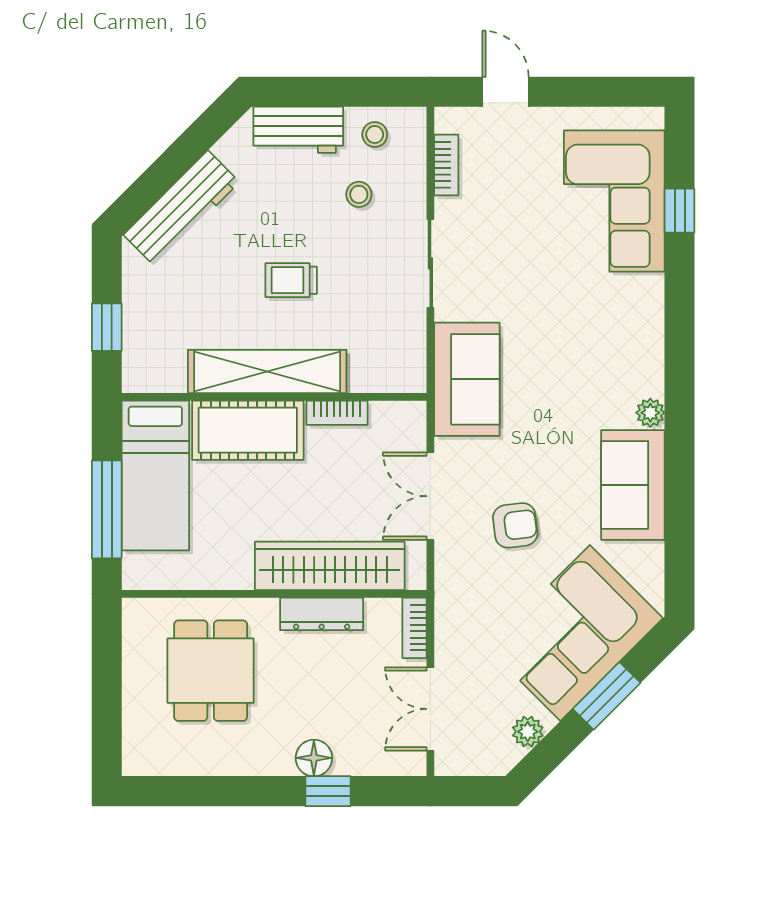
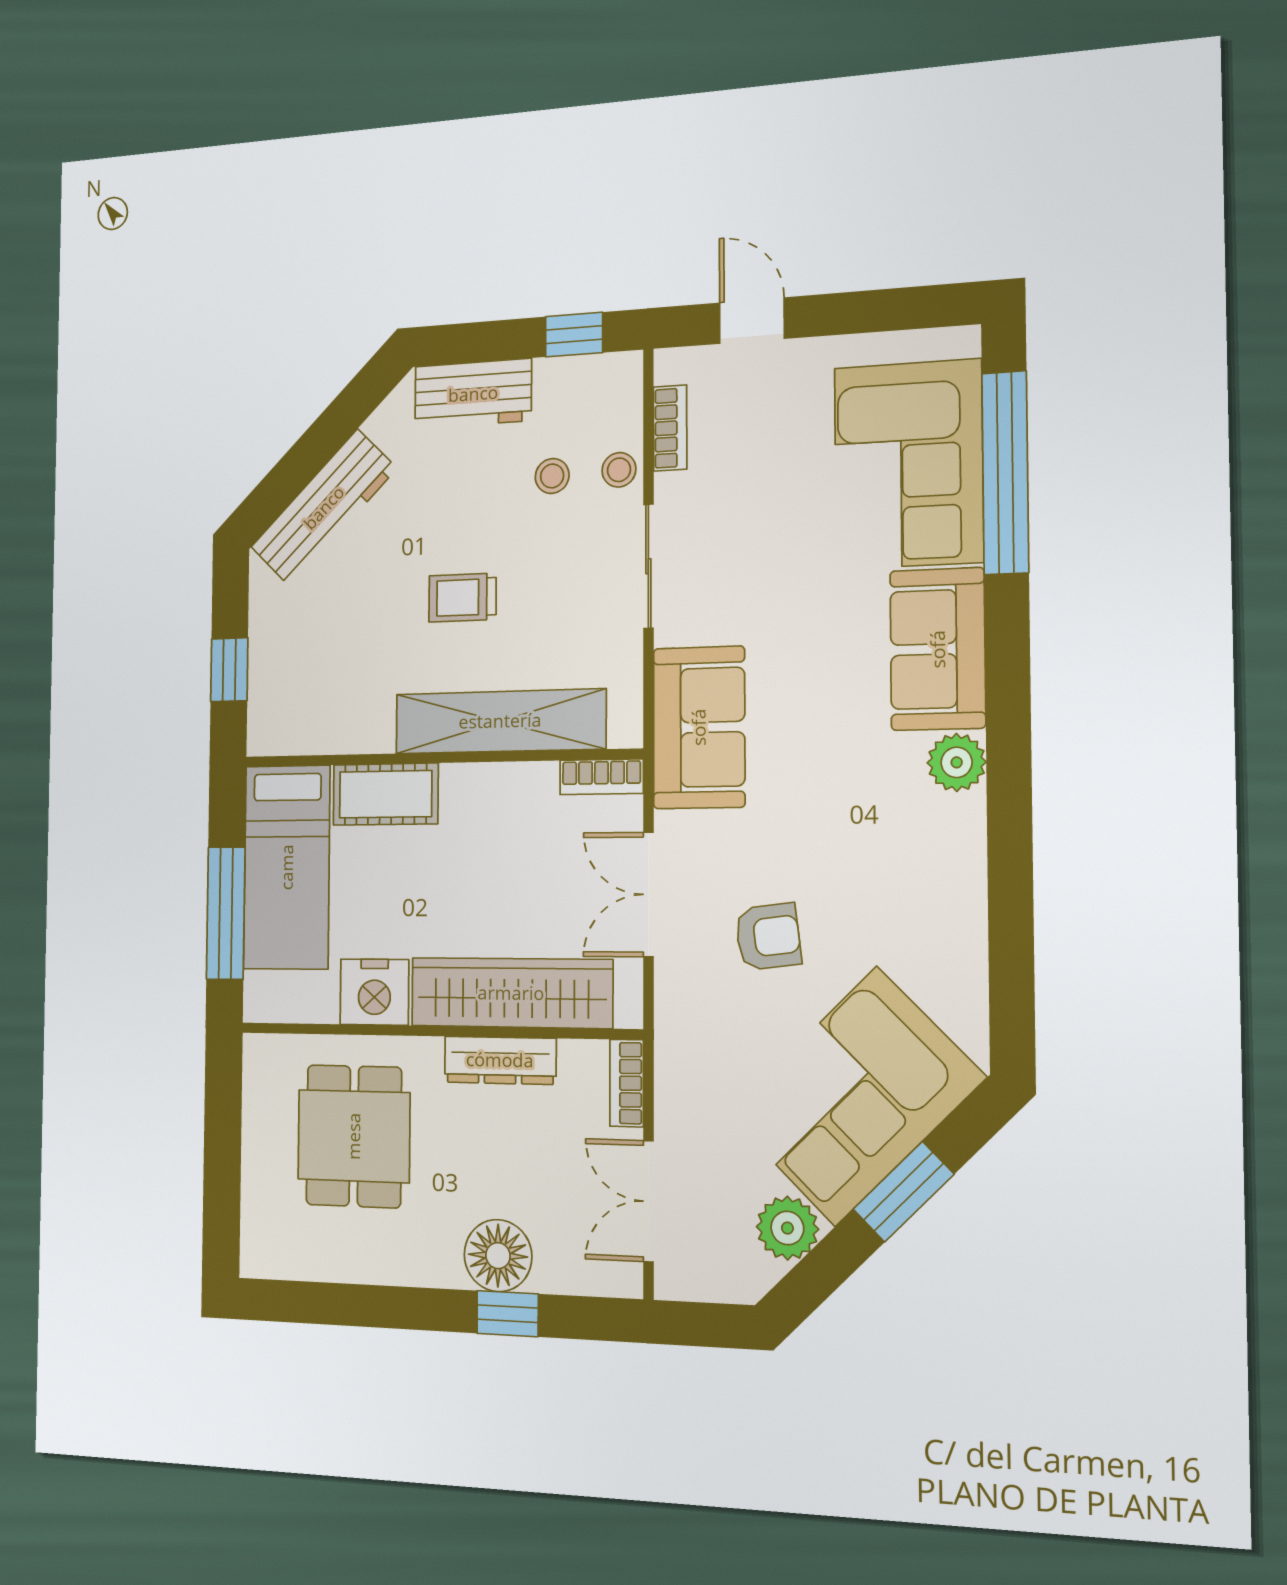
window: (375, 92) -> (574, 335), added
stool: (375, 135) -> (619, 470), moved
window: (680, 211) -> (1005, 473), width x3.17
shelving: (267, 371) -> (500, 721), moved
bookcase: (337, 413) -> (601, 777), moved
plant: (650, 413) -> (957, 762), width x1.38, depth x1.38
cot: (248, 430) -> (386, 794), width x0.73, depth x0.75
sofa: (633, 485) -> (938, 649), moved
nightstand: (225, 567) -> (374, 992), added
plant: (528, 732) -> (787, 1228), width x1.38, depth x1.38
floor lamp: (314, 758) -> (498, 1256), width x1.38, depth x1.38

